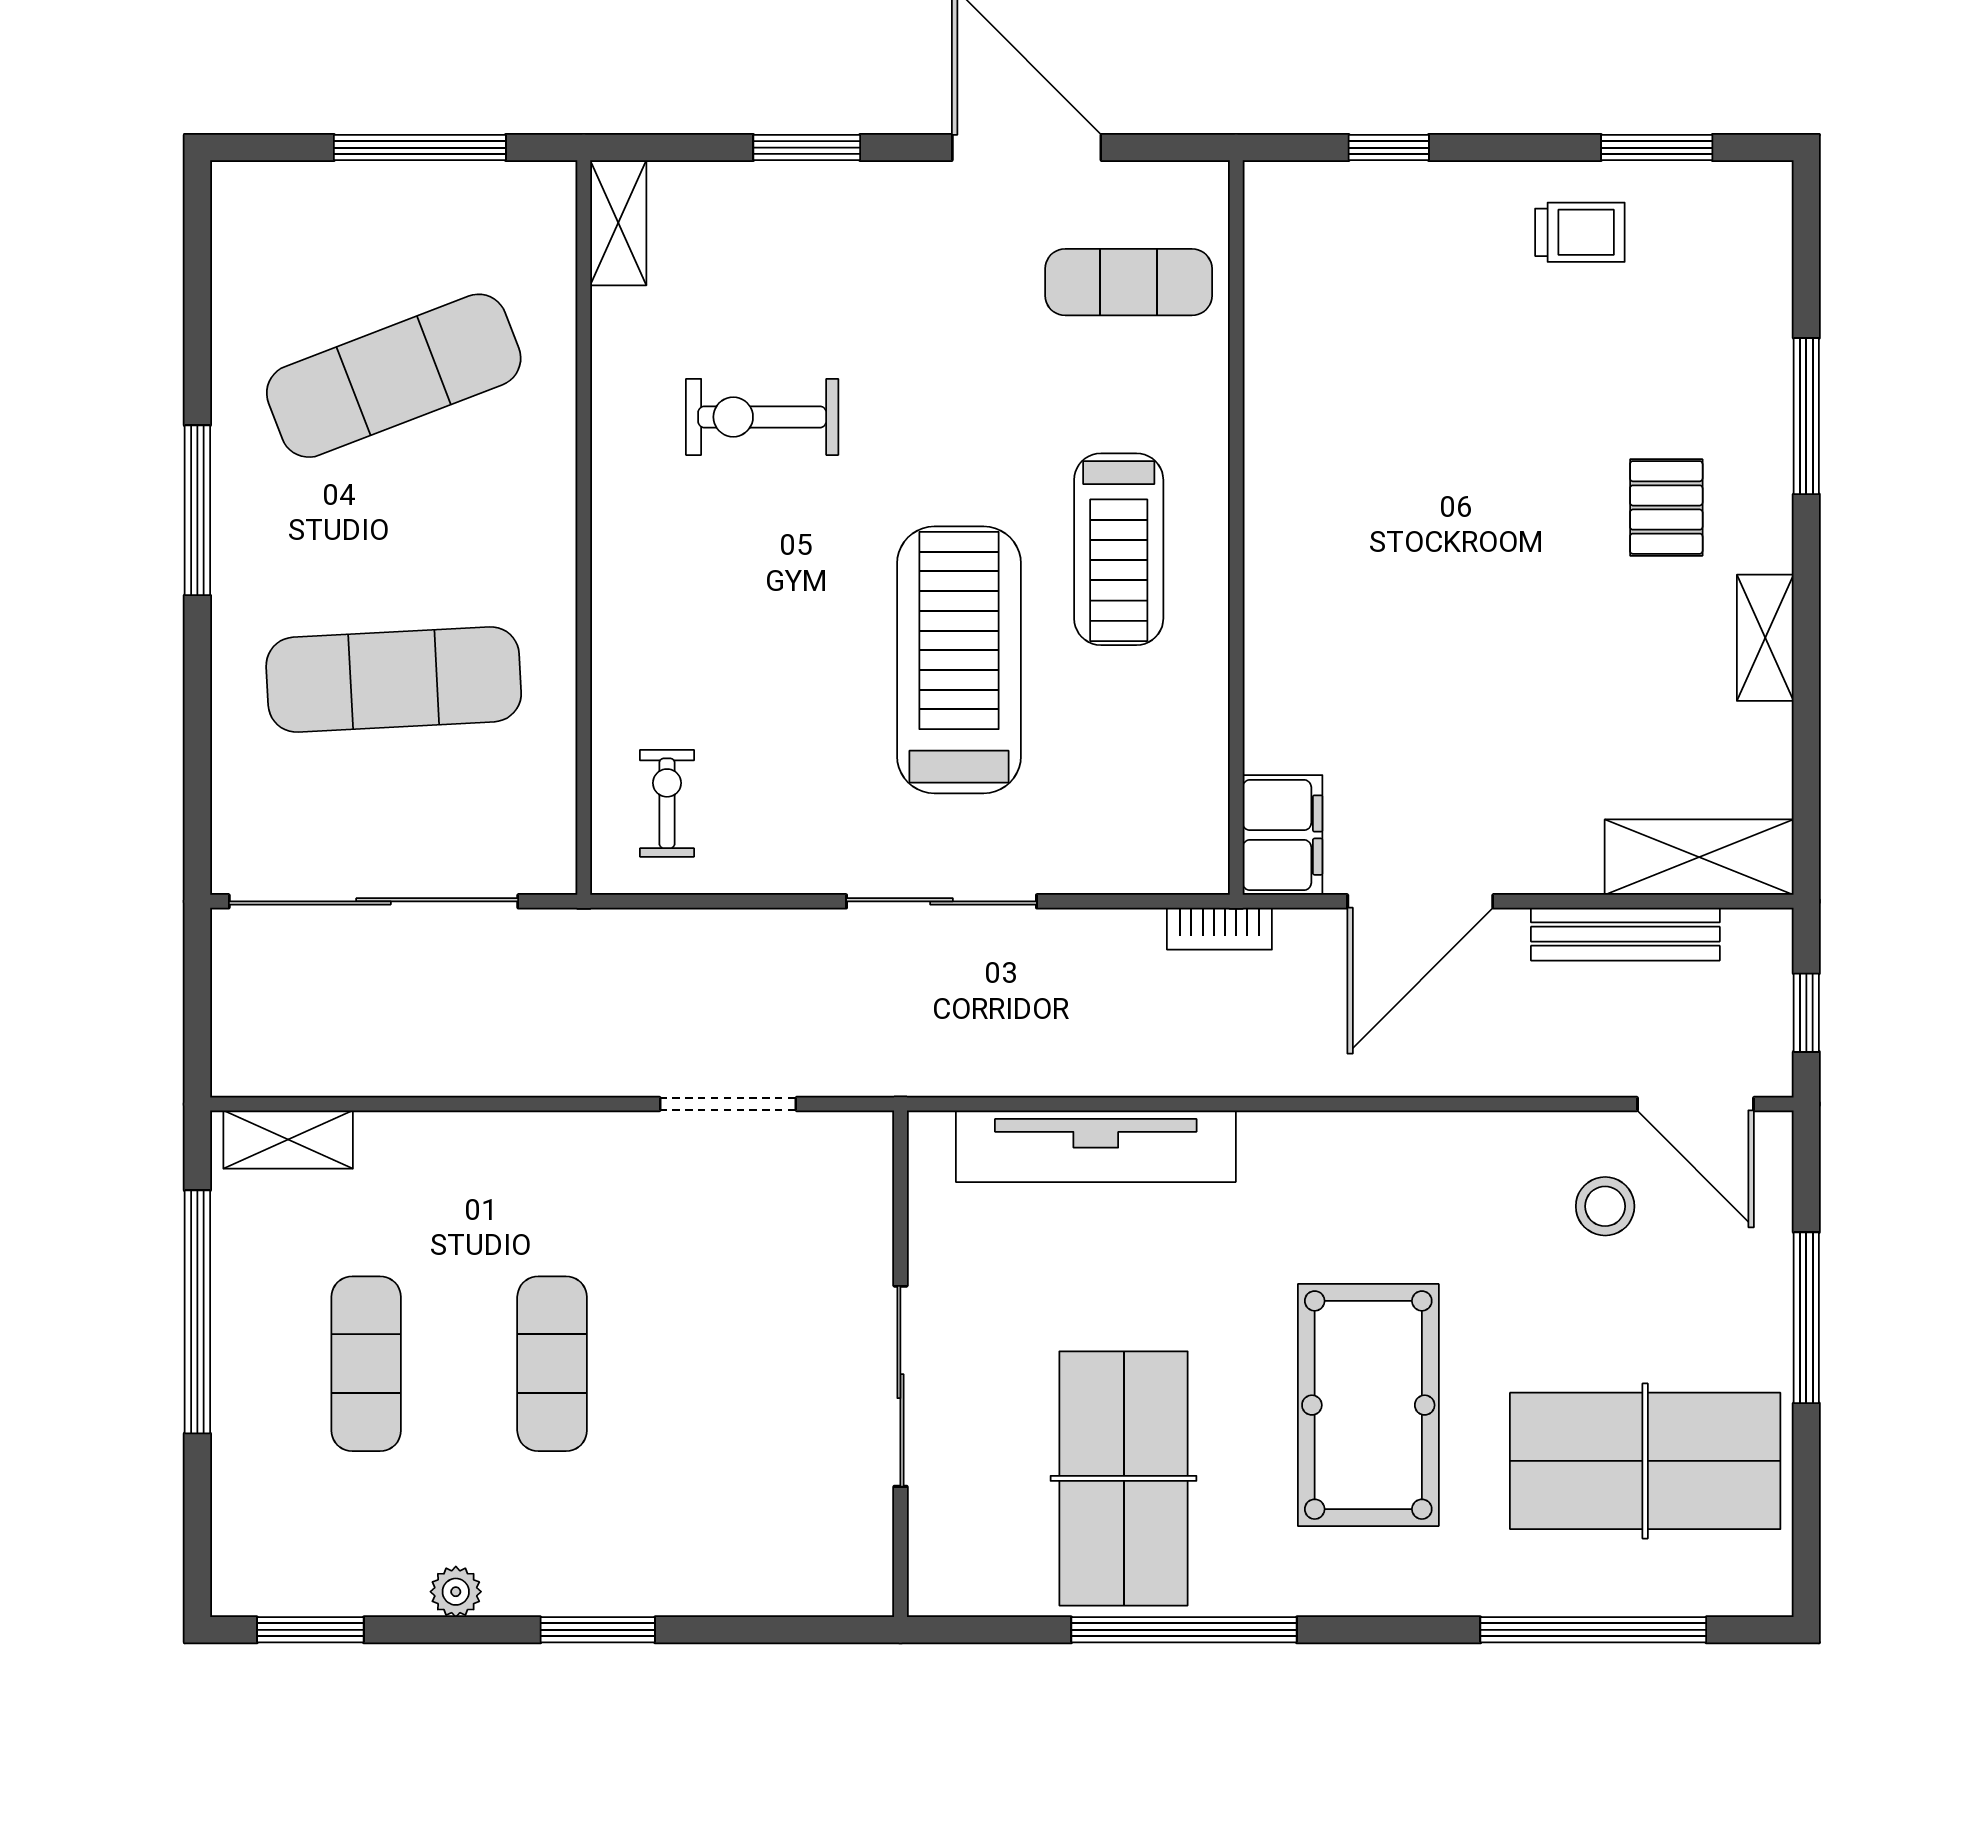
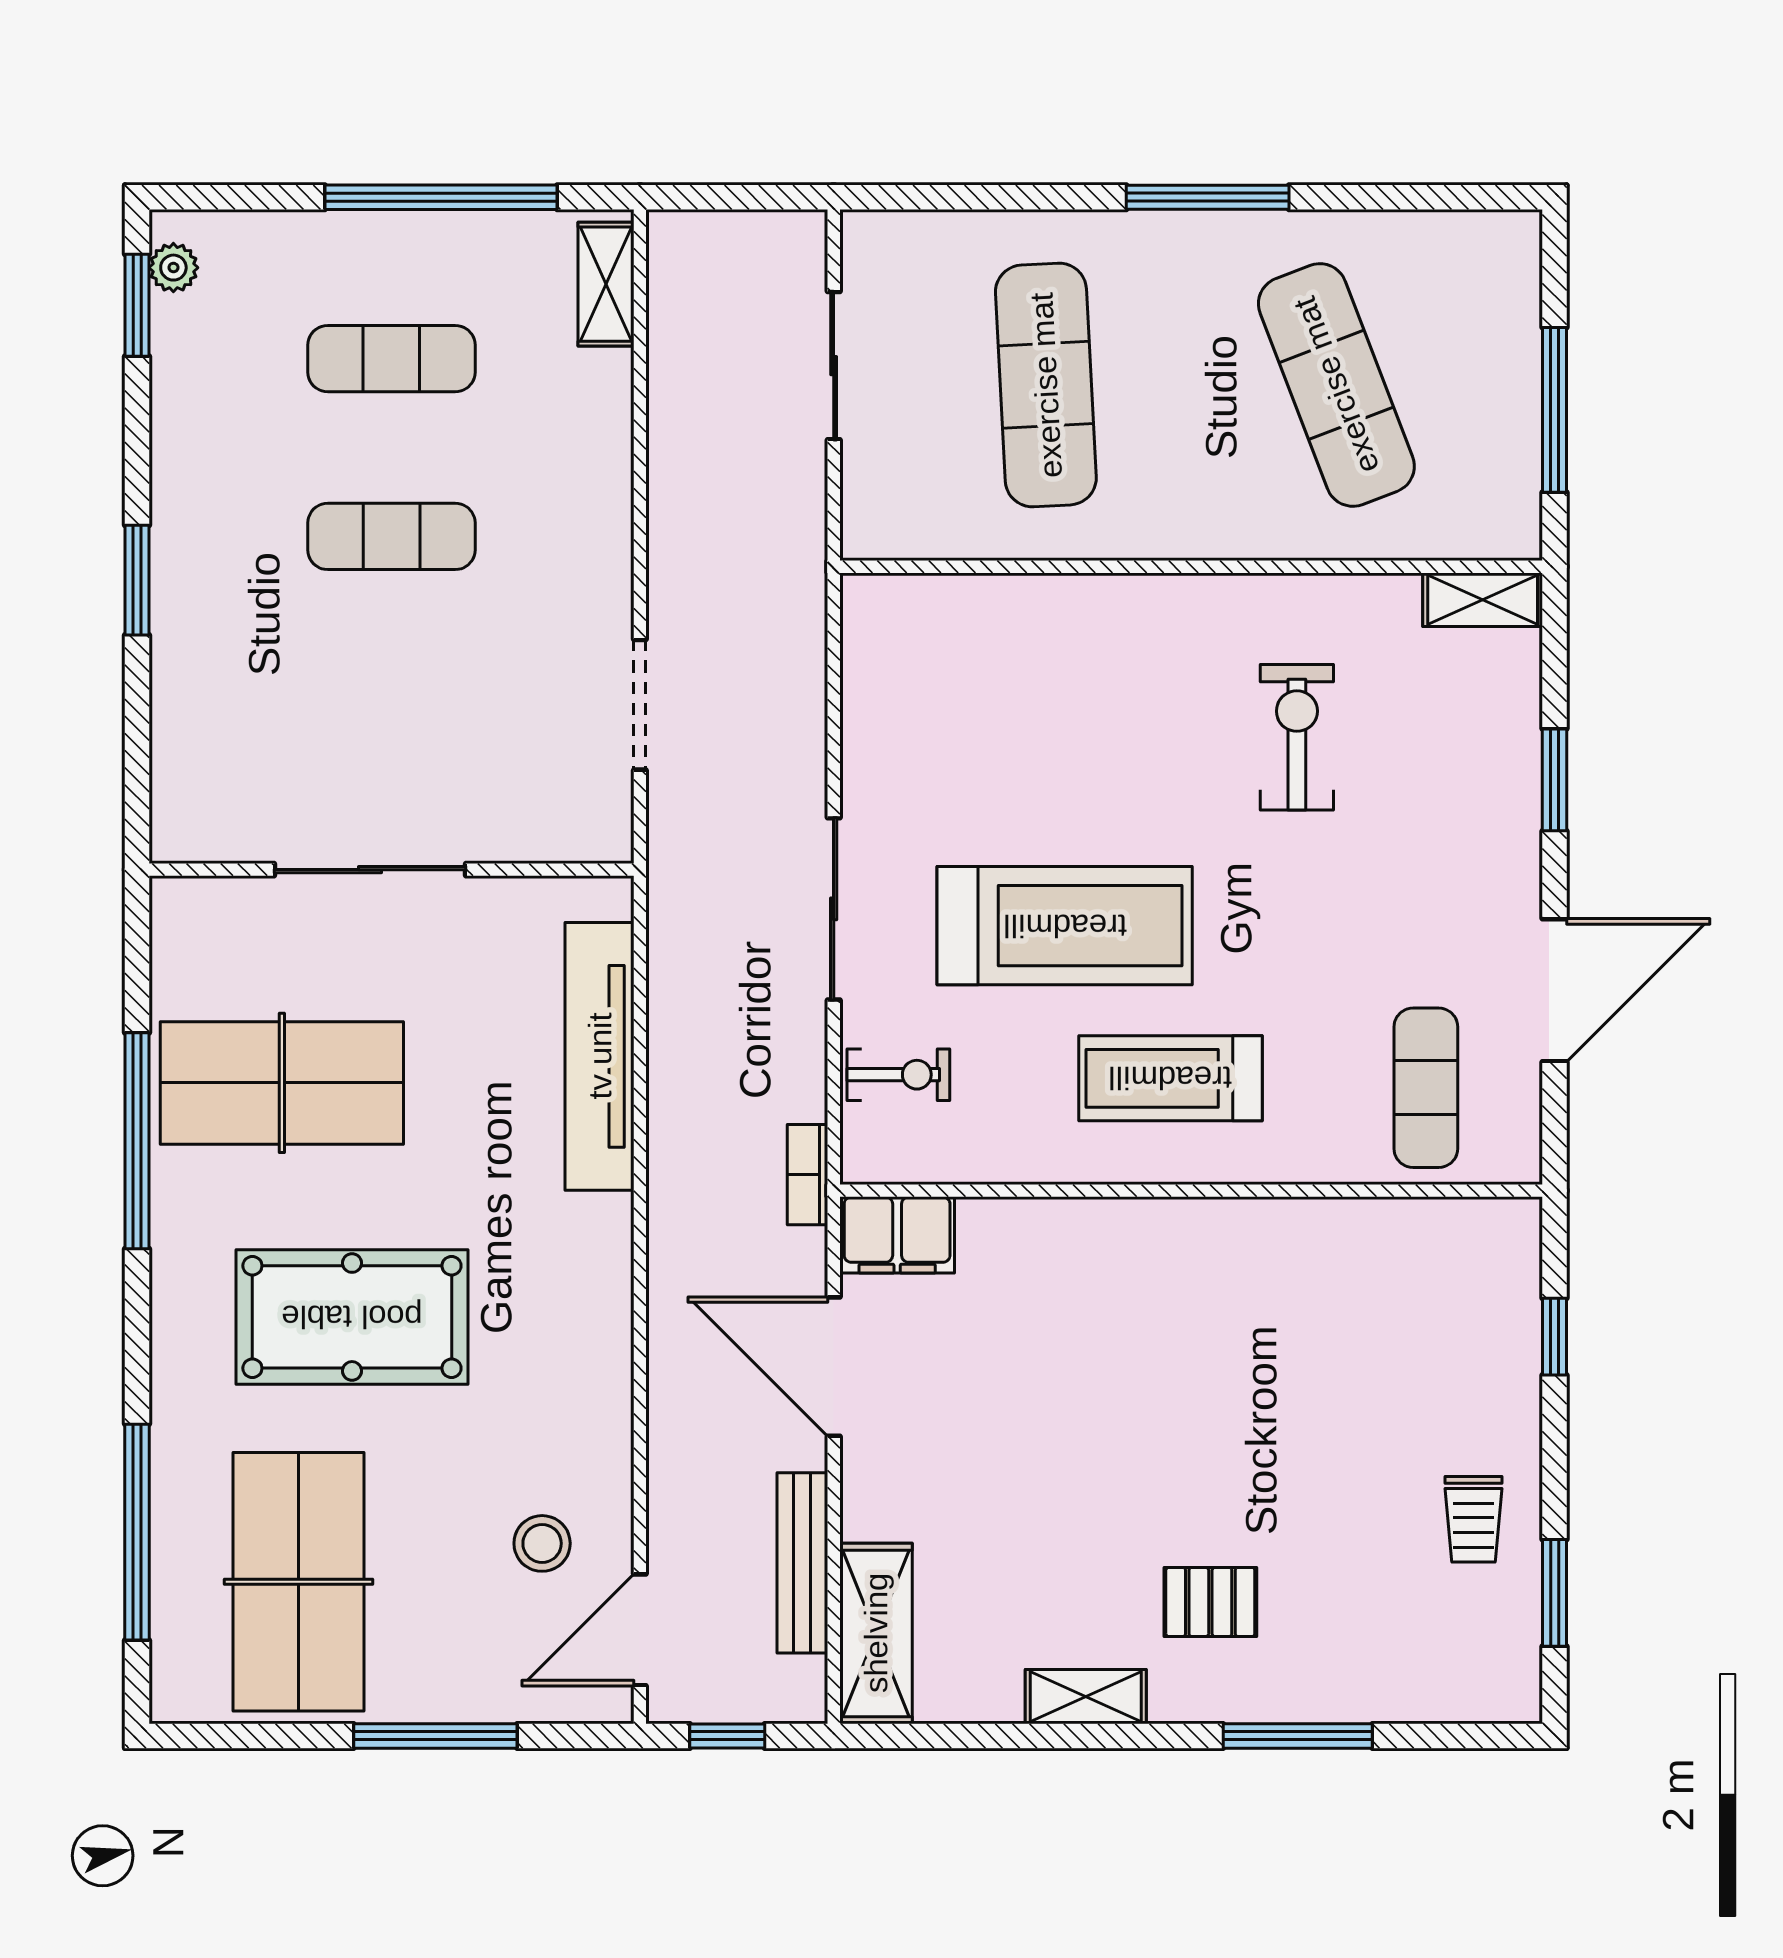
exercise bike: (667, 803) -> (898, 1075), moved
sliding door: (373, 901) -> (834, 366), width x0.54
plant: (456, 1592) -> (173, 268), moved

